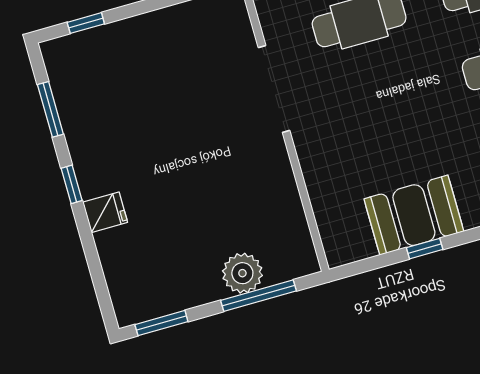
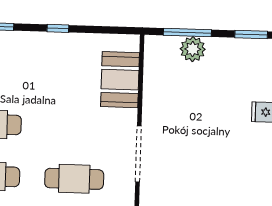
booth: (414, 215) -> (120, 80), moved, turned 90
window: (425, 249) -> (58, 28), moved

